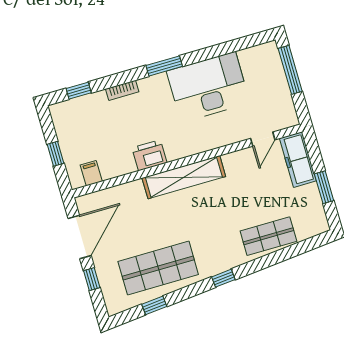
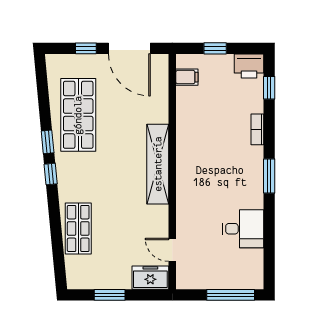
desk: (208, 87) -> (243, 229), width x0.53, depth x0.77
printer: (149, 155) -> (249, 66), moved, turned 90
freezer: (298, 160) -> (150, 278), width x0.71
window: (154, 305) -> (48, 142), moved

